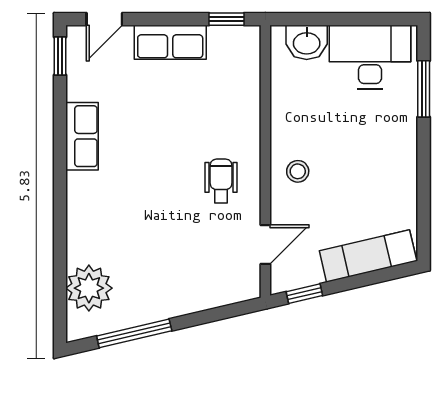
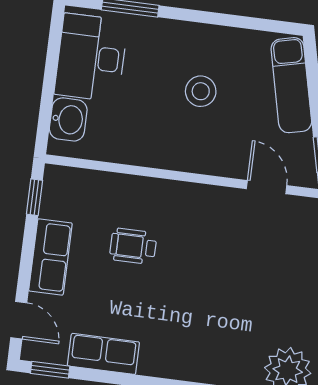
row of seats: (82, 136) -> (103, 354), moved
stool: (298, 171) -> (201, 91), moved, width x1.37, depth x1.37
wheelchair: (221, 181) -> (133, 246), moved

